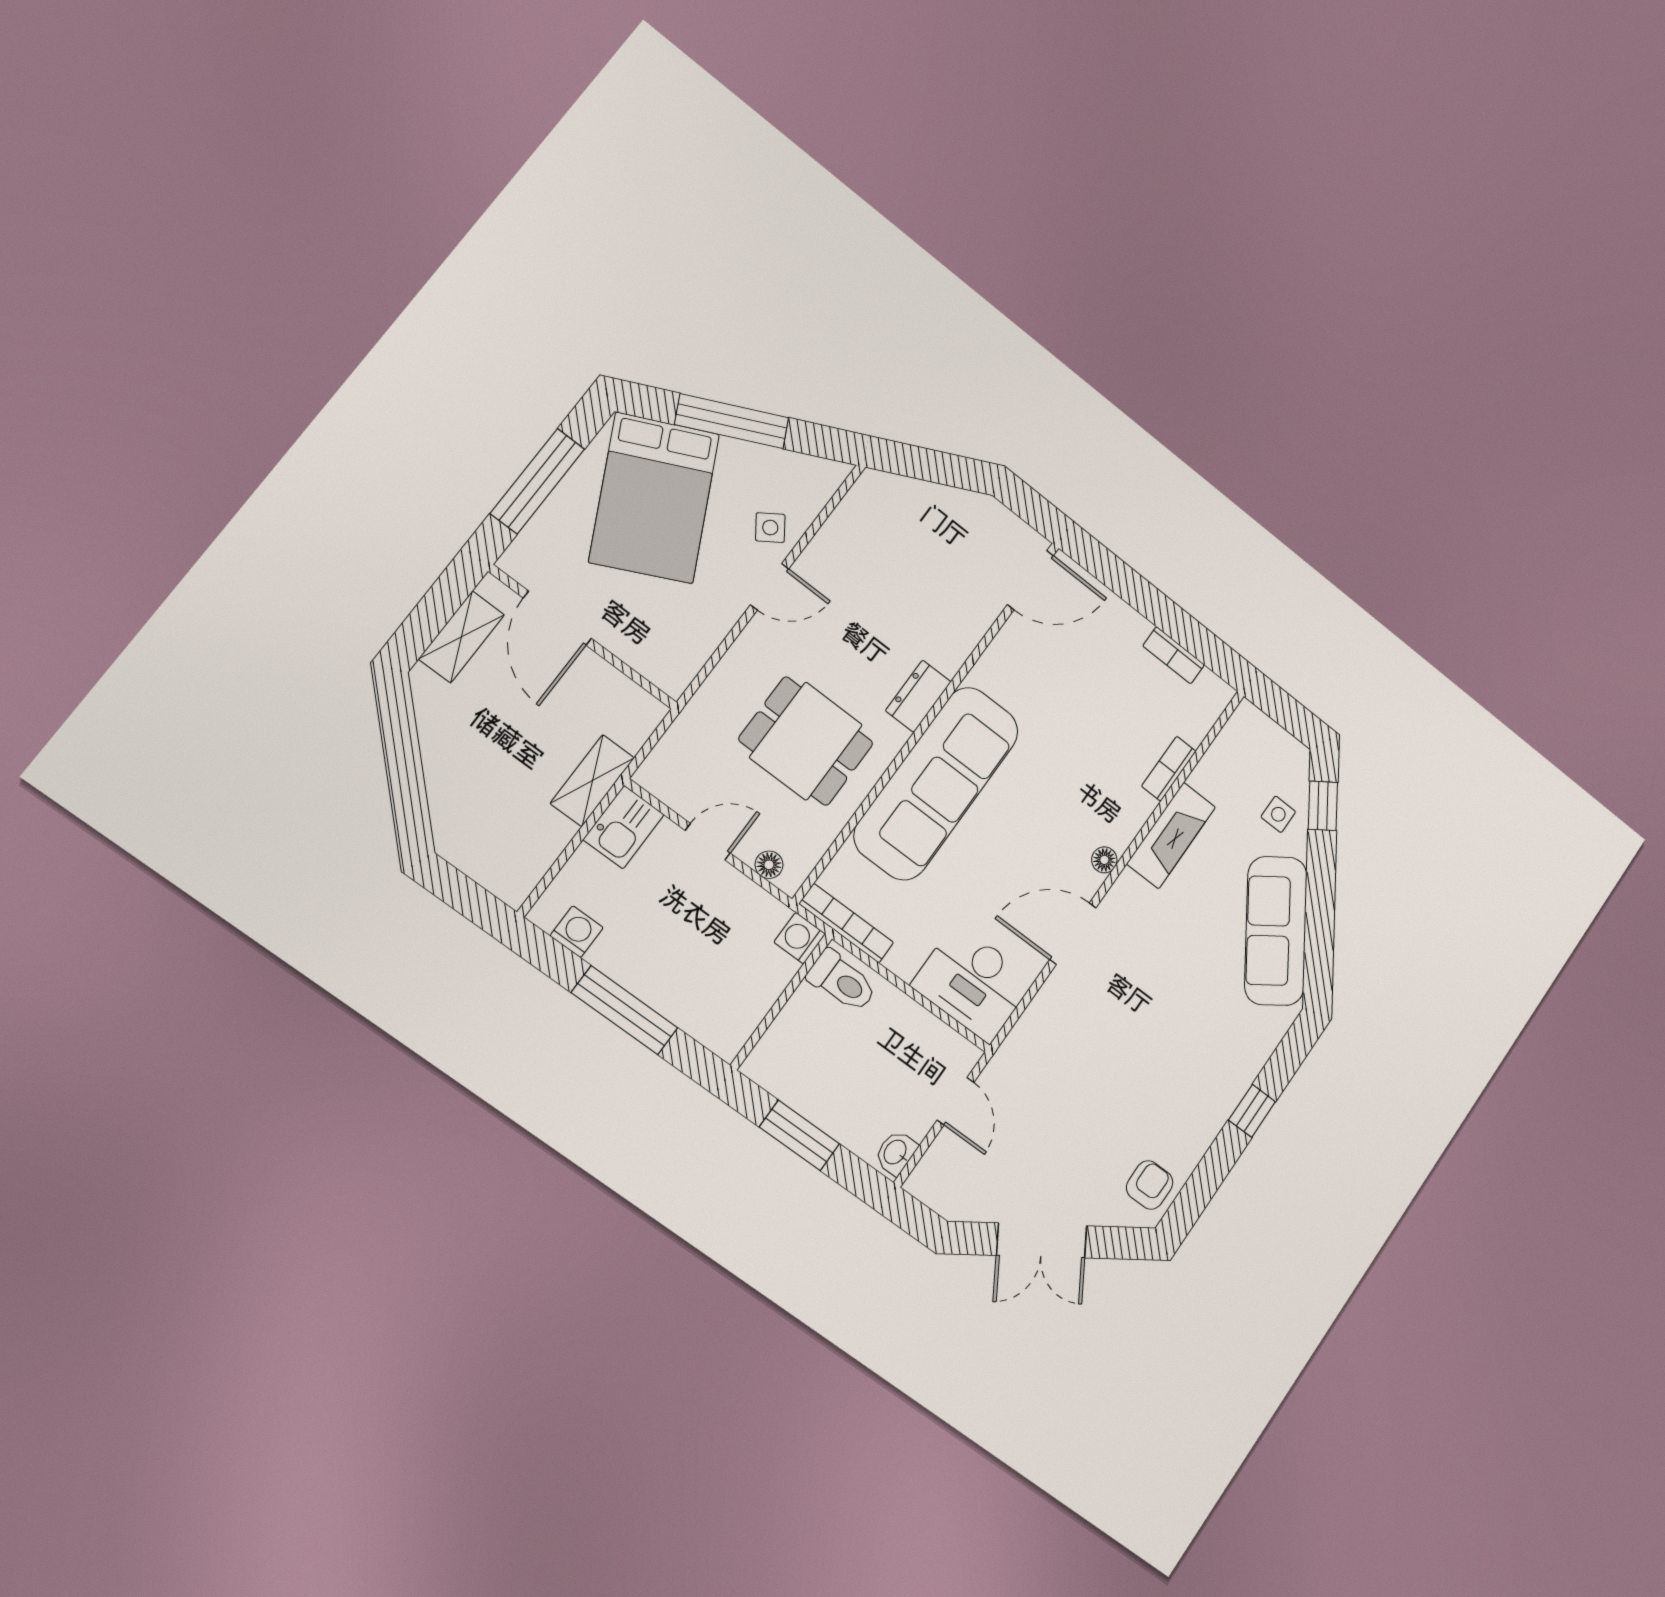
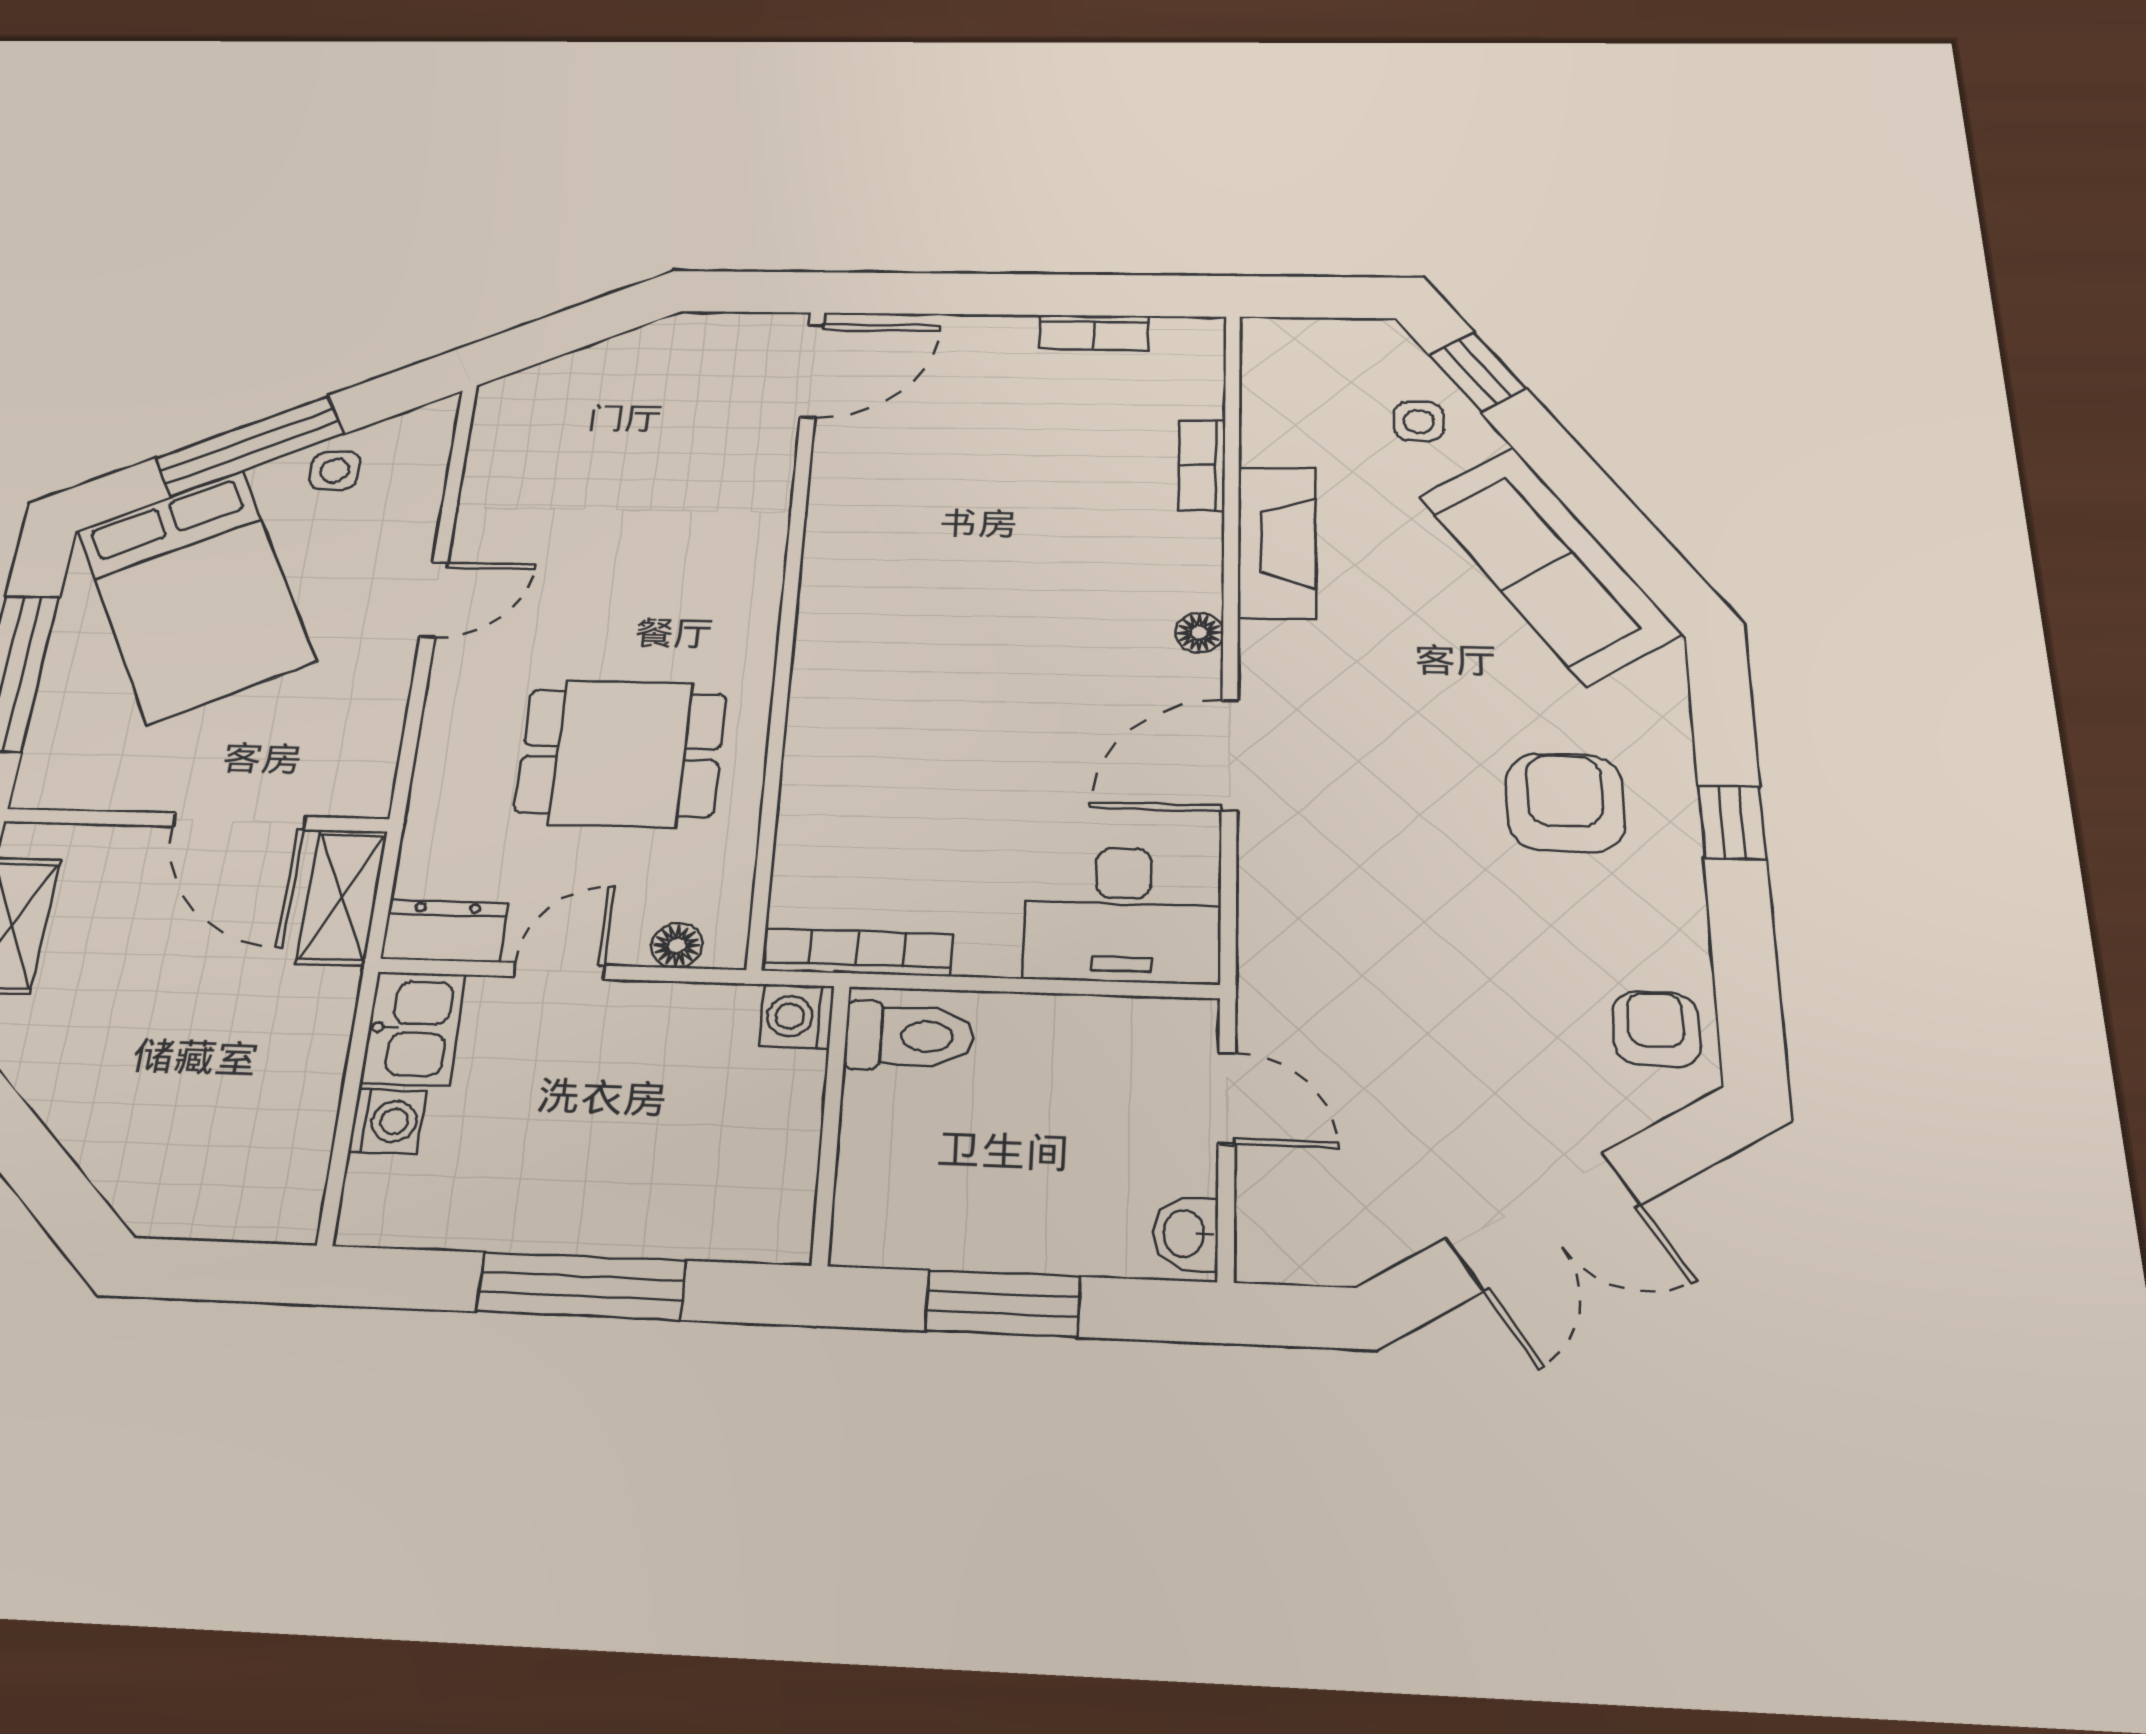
side table: (770, 528) -> (335, 471), moved, turned 35
door: (557, 618) -> (239, 821), moved
dresser: (918, 696) -> (444, 931), moved, turned 90
shelving: (592, 781) -> (342, 897), moved
sofa: (937, 783) -> (861, 689), removed
washing machine: (577, 932) -> (387, 1121), moved, turned 90
armchair: (1193, 1055) -> (1565, 803), added

